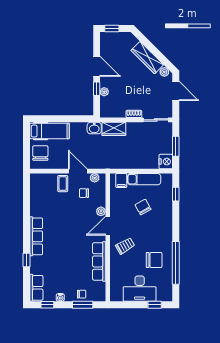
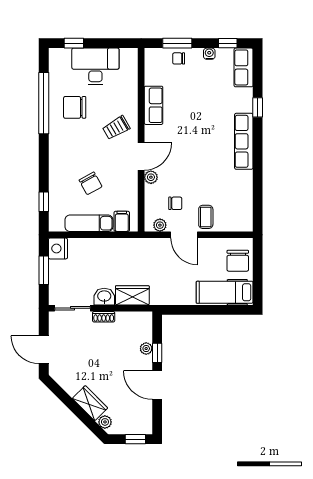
wardrobe: (147, 58) -> (90, 403), width x0.67
plant: (164, 72) -> (105, 422), moved
washbasin: (94, 128) -> (104, 297), moved
row of seats: (99, 261) -> (154, 105), width x0.68

